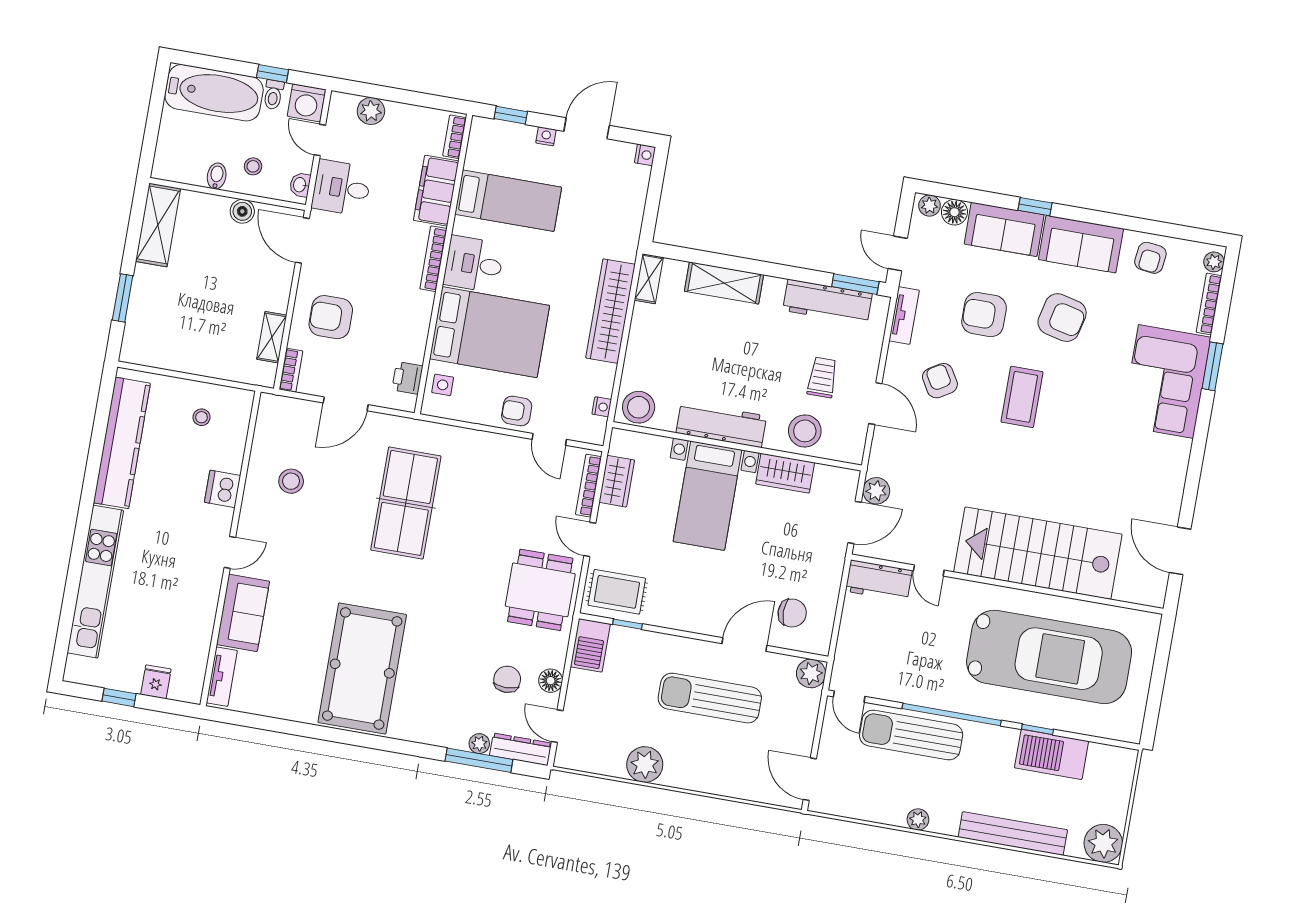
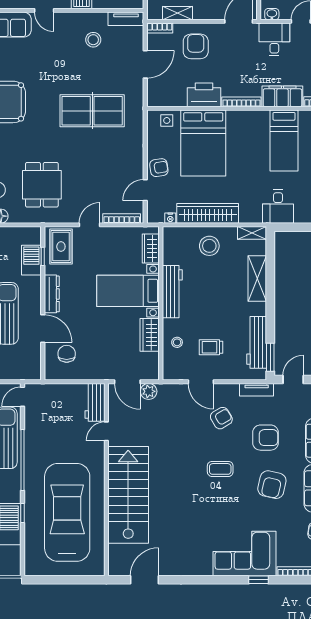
desk: (474, 264) -> (278, 207), moved, turned 180
wardrobe: (610, 311) -> (208, 213), moved
armchair: (984, 315) -> (266, 438), turned 90
window: (1212, 366) -> (258, 580), width x0.67
trolley: (822, 377) -> (211, 347), turned 180
printer: (407, 378) -> (204, 95), moved, width x1.87, depth x1.48
coffee table: (1022, 397) -> (220, 469), width x0.73, depth x0.77
door: (346, 404) -> (145, 64), swing flipped
door: (875, 404) -> (201, 382), hinge flipped
stool: (639, 407) -> (209, 246), moved
armchair: (517, 411) -> (159, 168), turned 81
tv unit: (266, 422) -> (126, 19), added
stool: (805, 431) -> (177, 342), width x0.53, depth x0.53
wardrobe: (617, 481) -> (151, 249), moved, turned 90
dining table: (540, 590) -> (42, 185), moved, turned 90
chair: (792, 613) -> (67, 354), turned 180
dresser: (691, 620) -> (52, 294), added
barbecue: (590, 645) -> (31, 260), moved, turned 90
car: (1049, 657) -> (67, 512), turned 180
plant: (811, 673) -> (32, 371), removed

